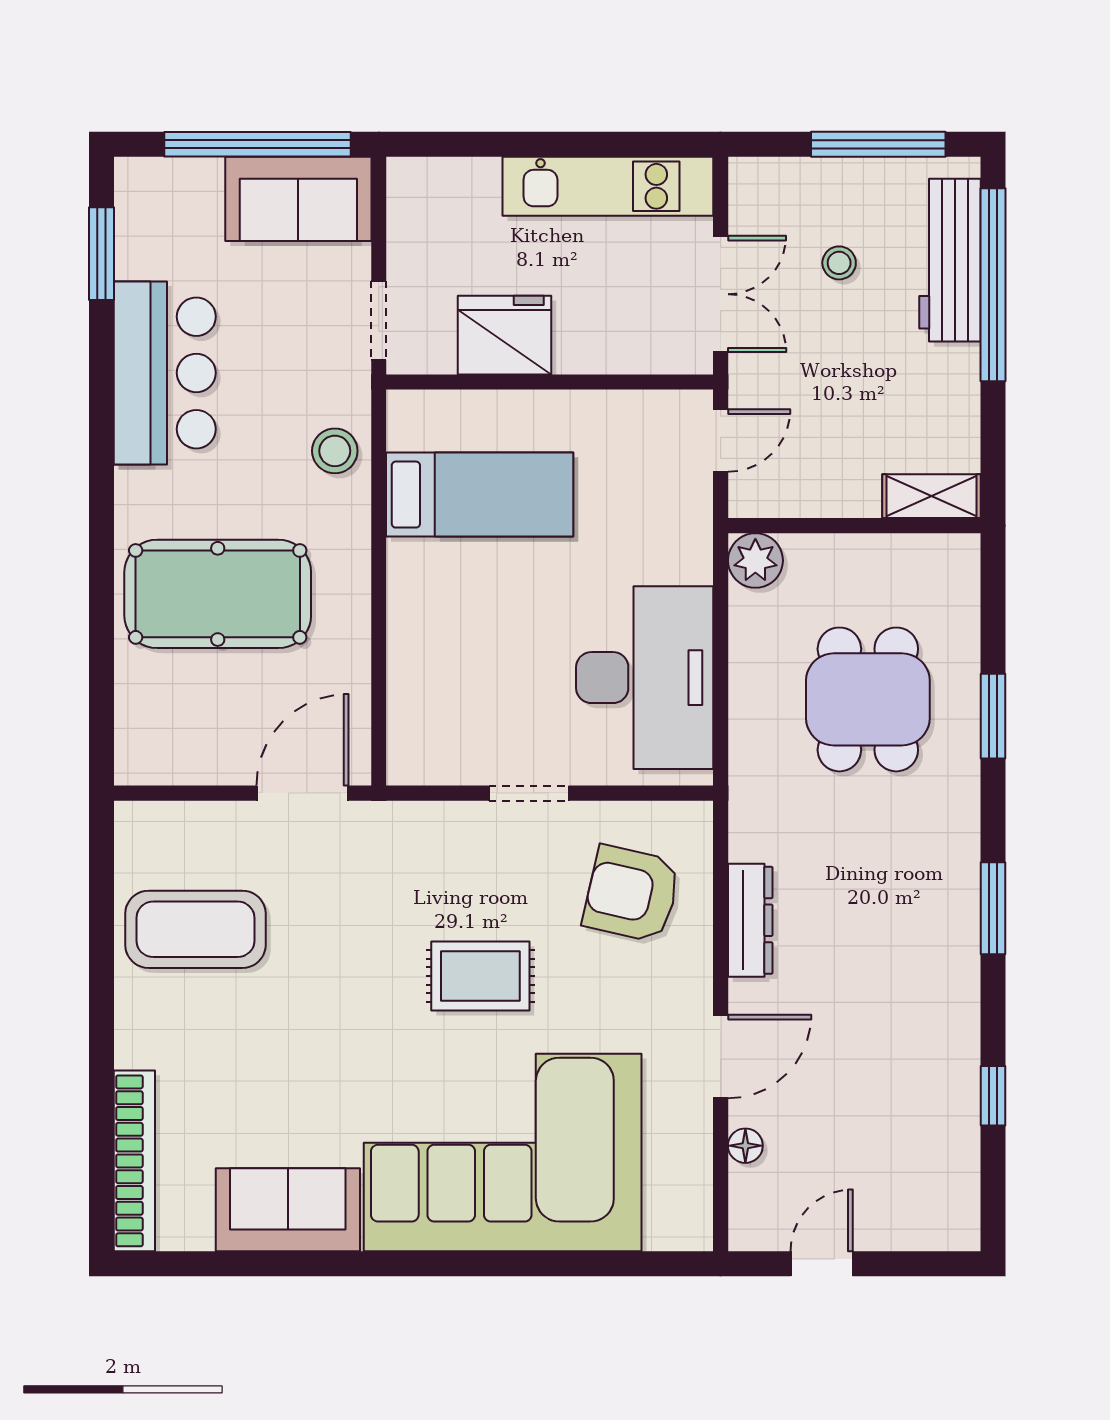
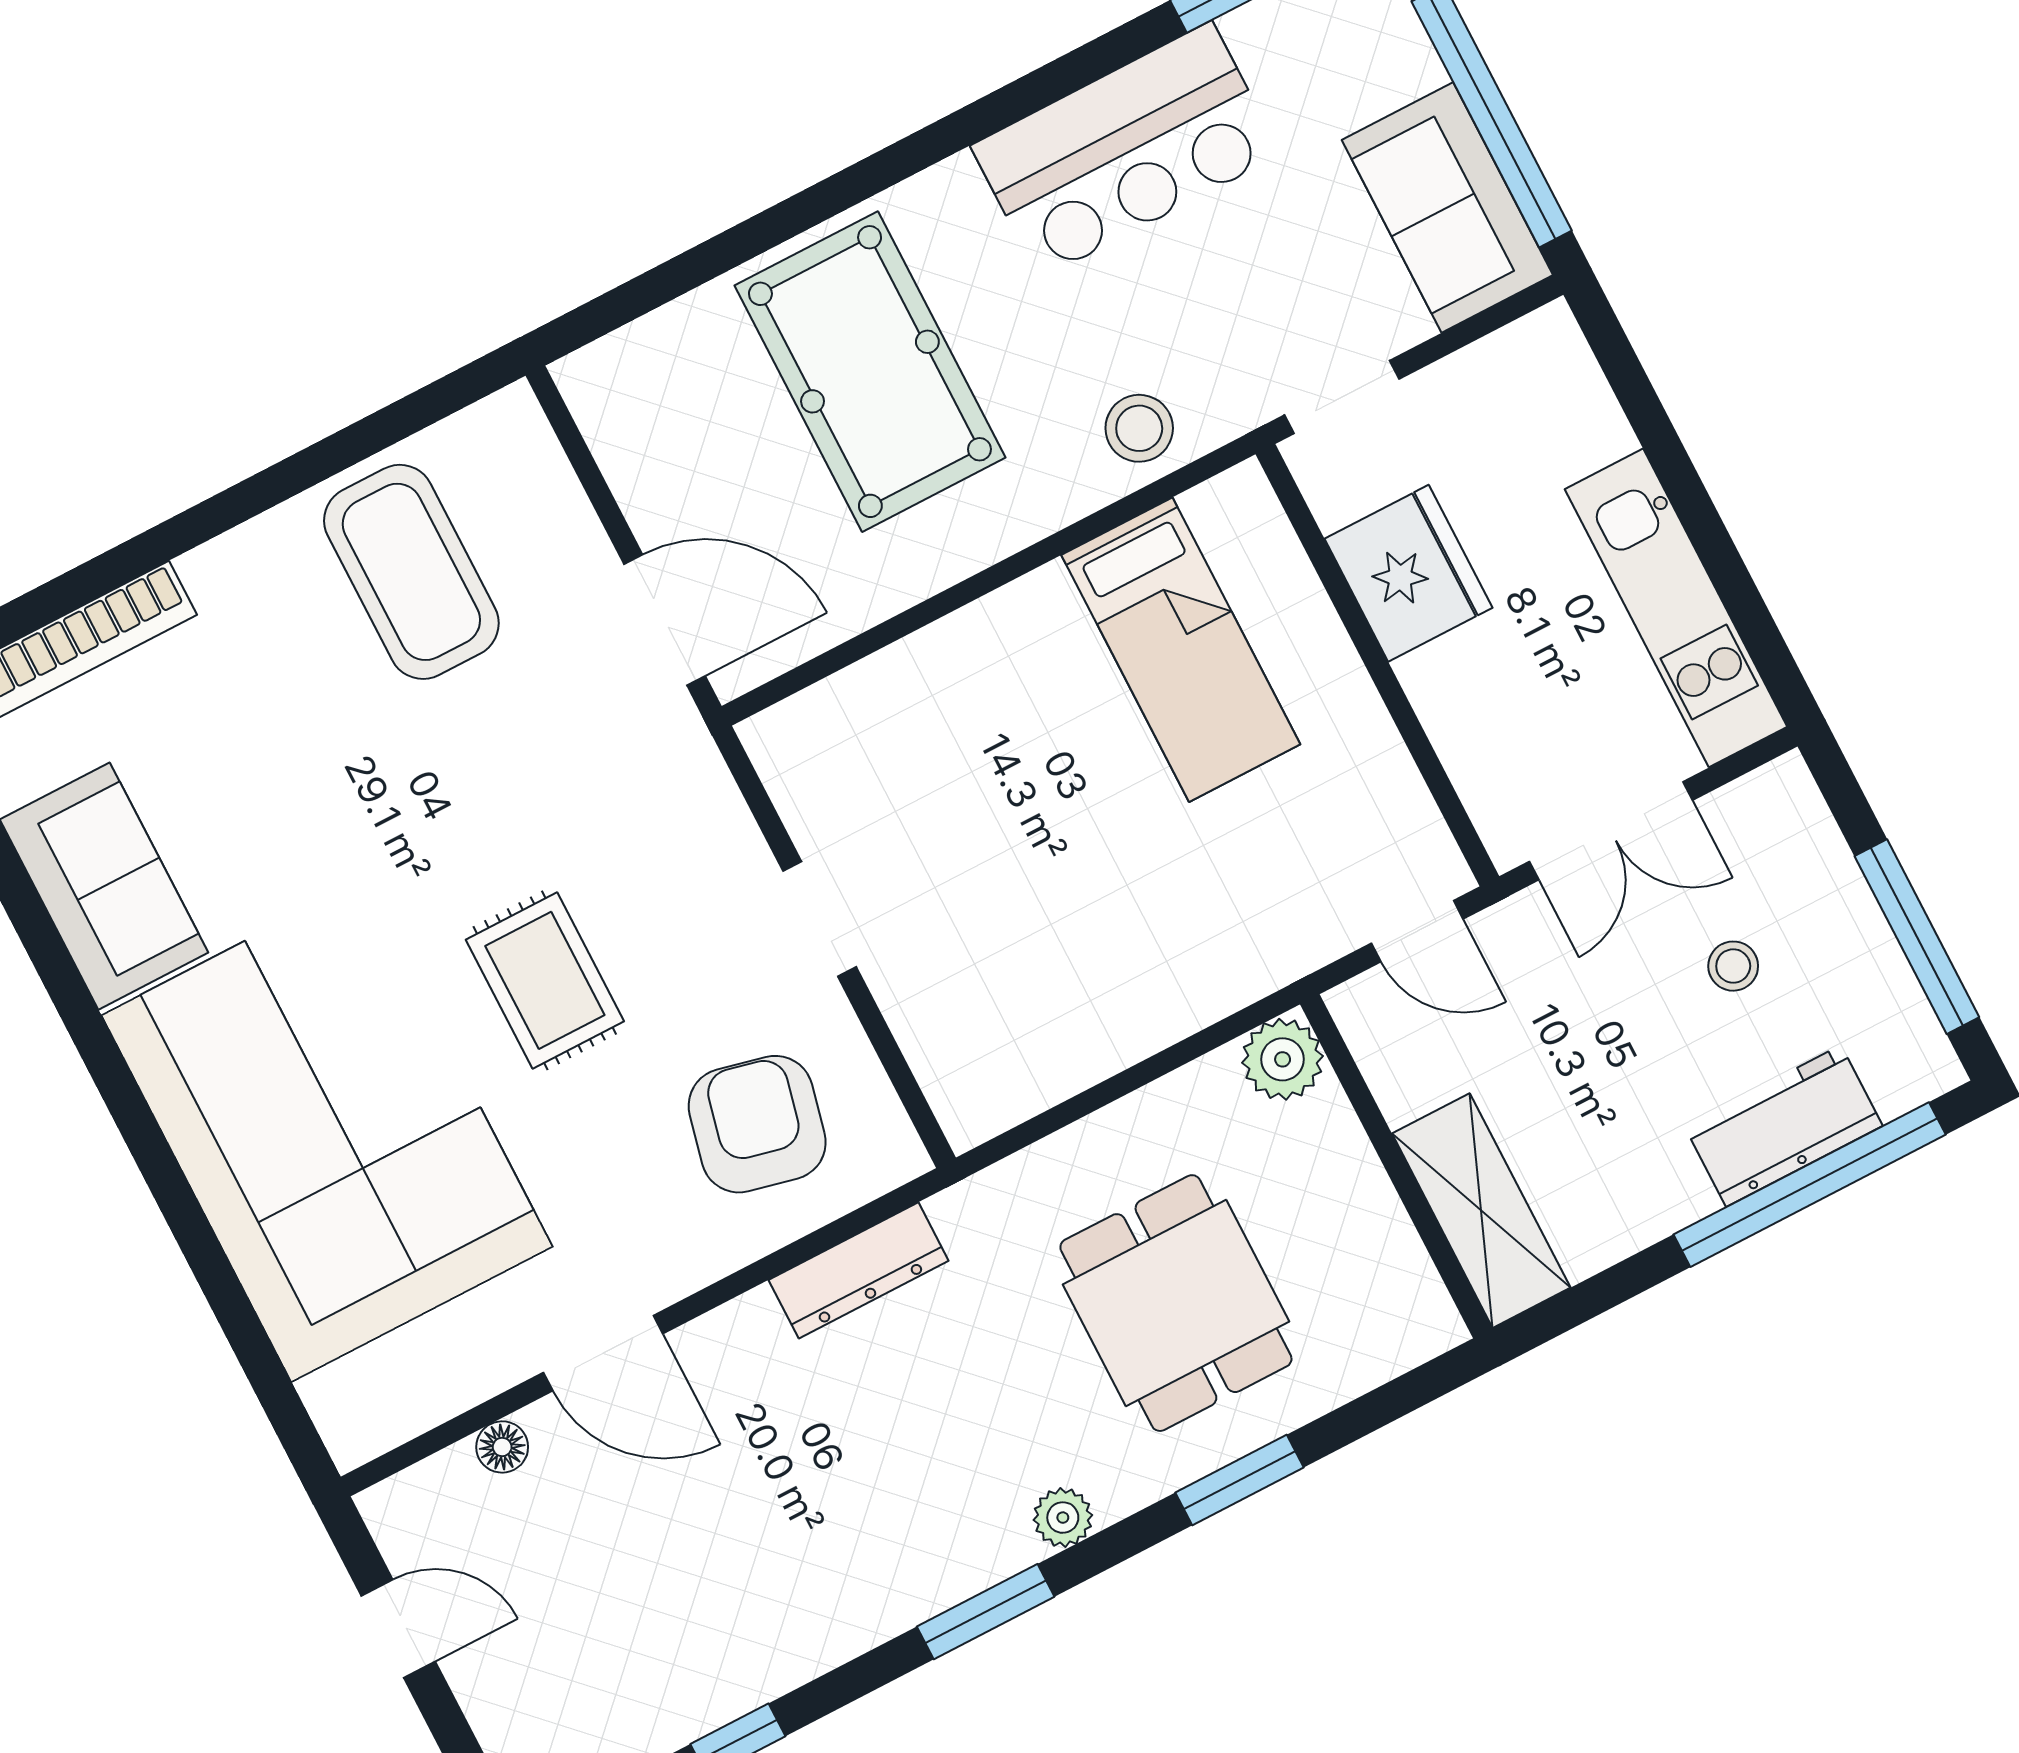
workbench: (950, 260) -> (1784, 1126), width x0.73
shelving: (932, 496) -> (1481, 1211), width x1.50, depth x1.33
desk: (645, 678) -> (1052, 993), removed
dining table: (868, 699) -> (1176, 1303), turned 90
plant: (961, 833) -> (1063, 1518), added
dresser: (750, 920) -> (859, 1270), moved

